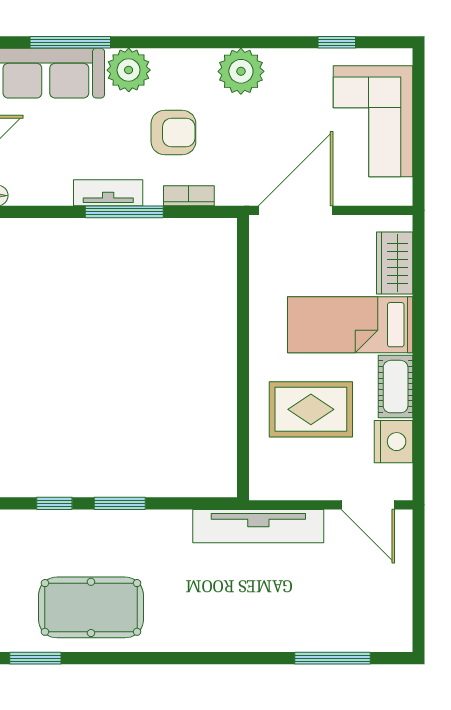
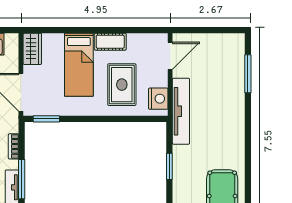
window: (243, 261) -> (46, 119), added
wardrobe: (395, 263) -> (32, 49), moved, turned -90
nightstand: (394, 442) -> (158, 99), moved, turned 90
window: (120, 503) -> (169, 166), moved

